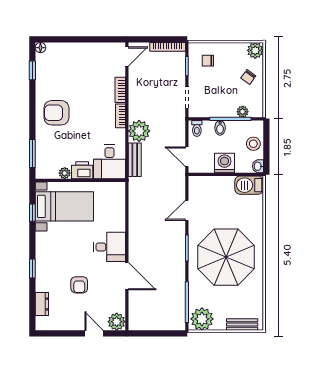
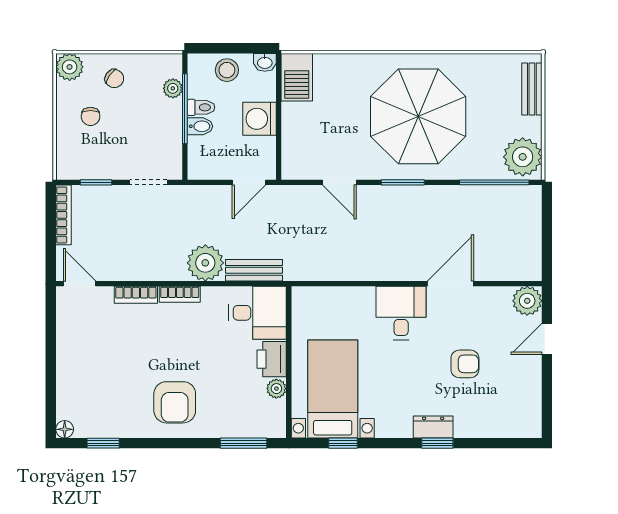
chair: (208, 61) -> (91, 116), moved
toilet: (197, 128) -> (201, 107), moved
dresser: (42, 304) -> (433, 427), moved

